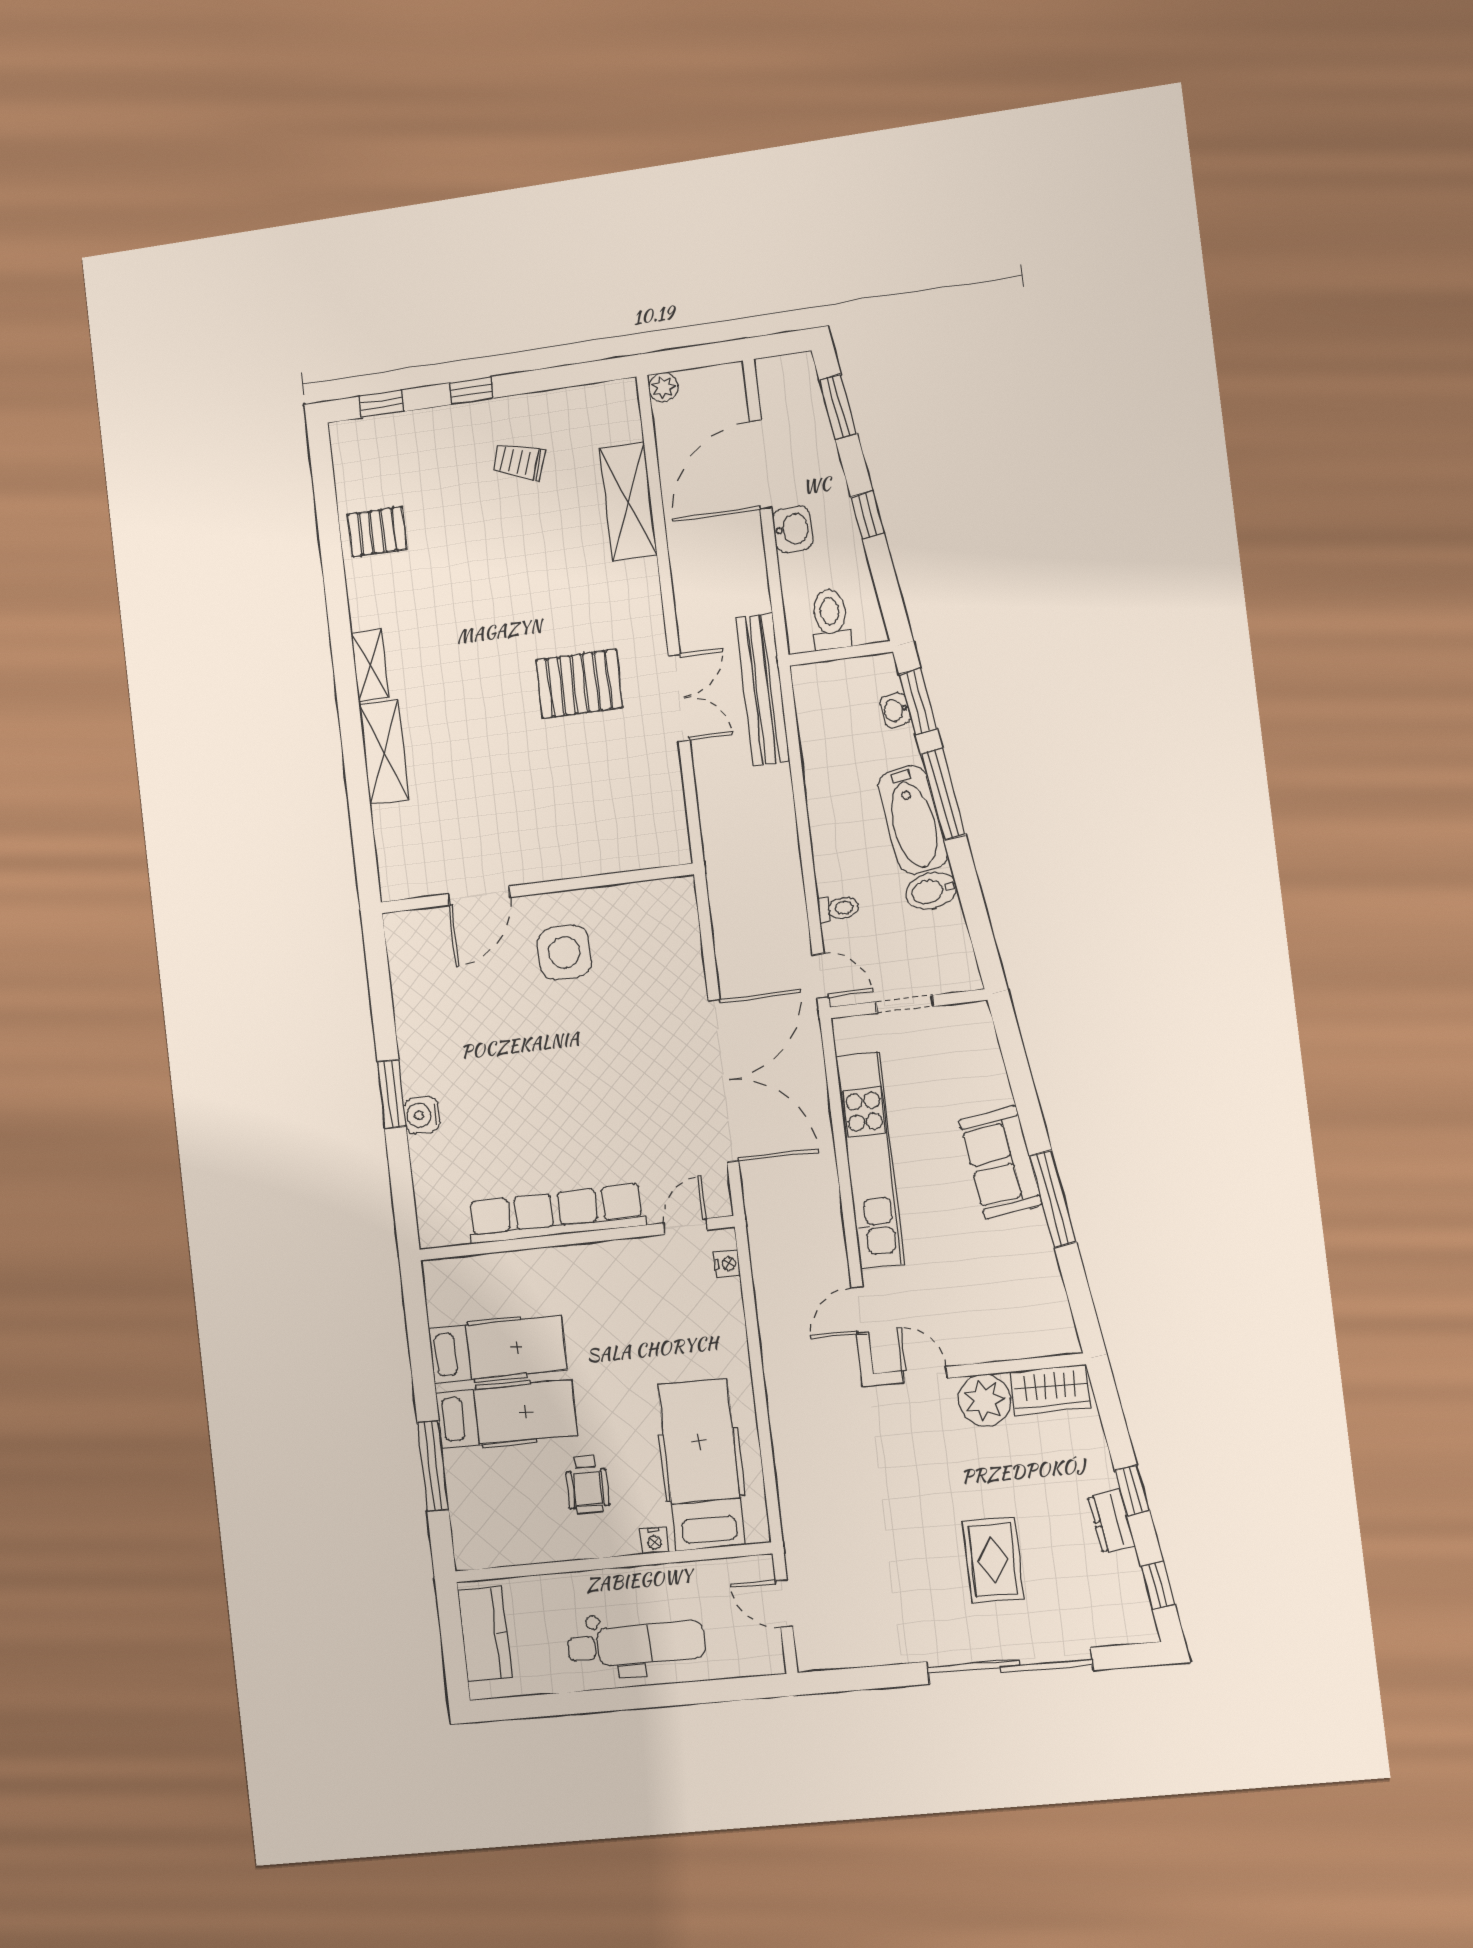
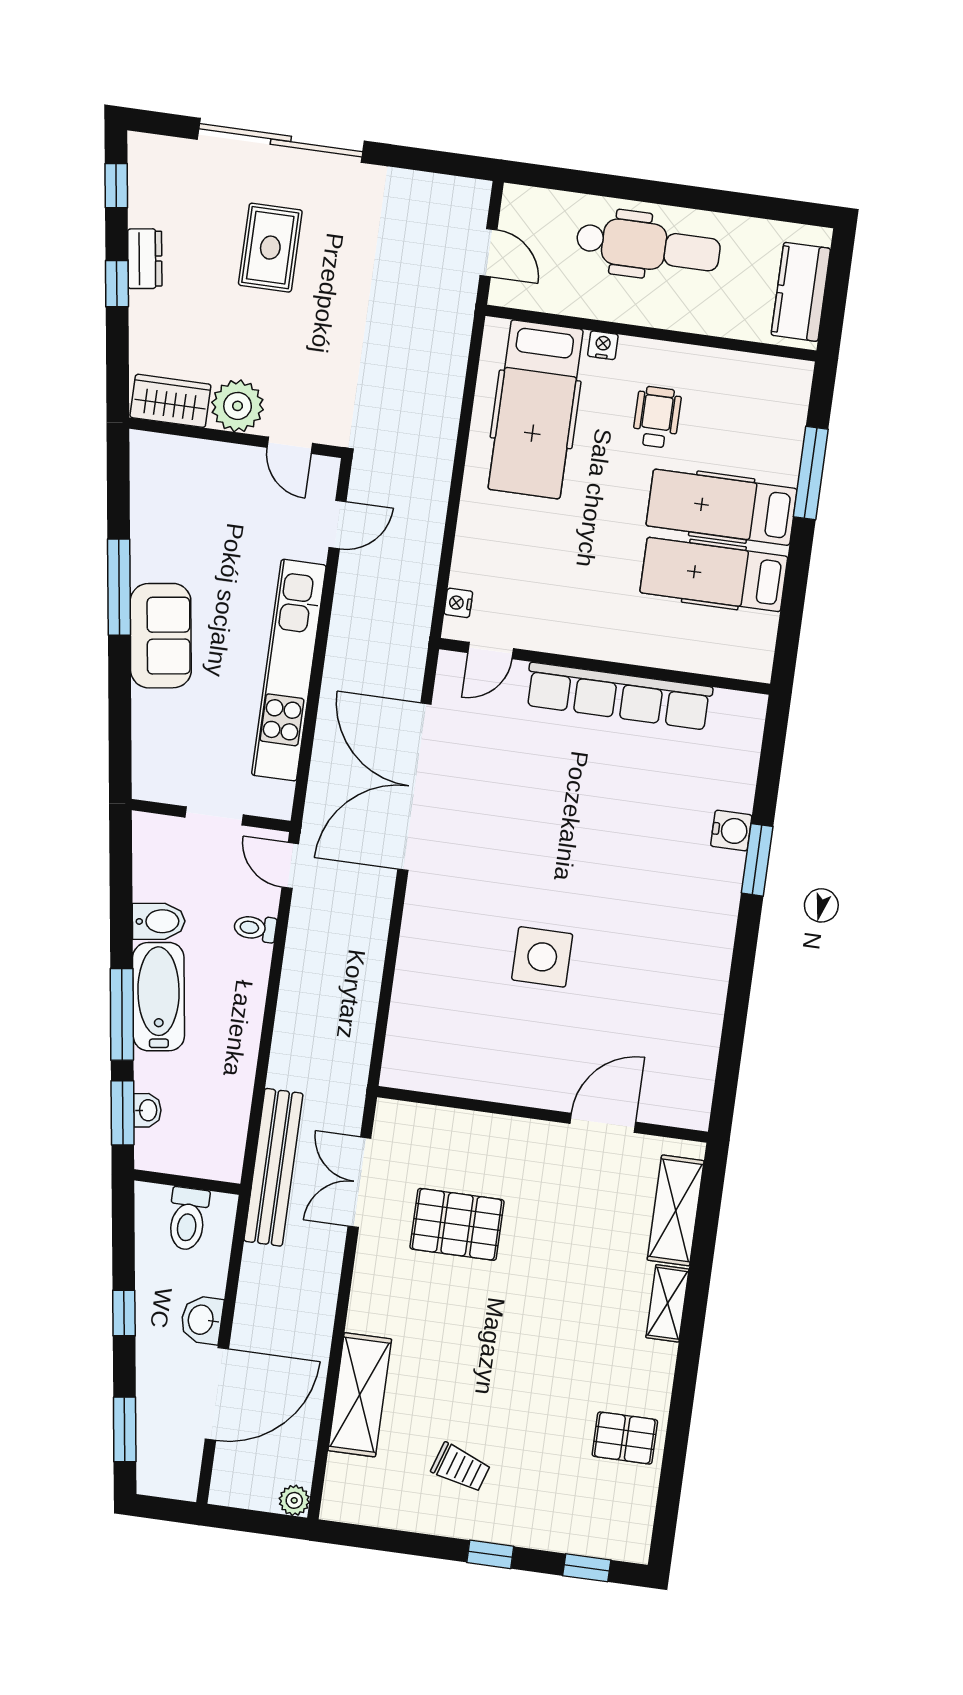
wall: (536, 888) -> (543, 1114), moved
door: (479, 896) -> (603, 1123), moved
dental chair: (636, 1644) -> (648, 246), turned 180

